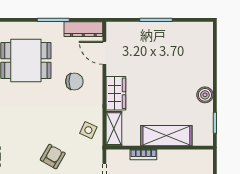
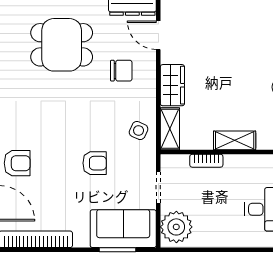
shelving: (166, 136) -> (235, 140), width x0.67, depth x0.75
armchair: (53, 157) -> (95, 163), turned 60

